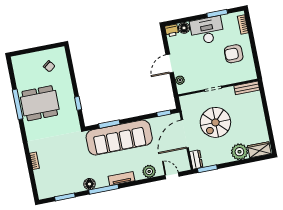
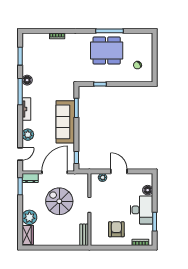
printer: (172, 30) -> (148, 179), removed
dining table: (40, 103) -> (107, 51), turned 90
door: (185, 134) -> (55, 172), hinge flipped
sofa: (119, 138) -> (65, 122), width x0.74, depth x0.79

